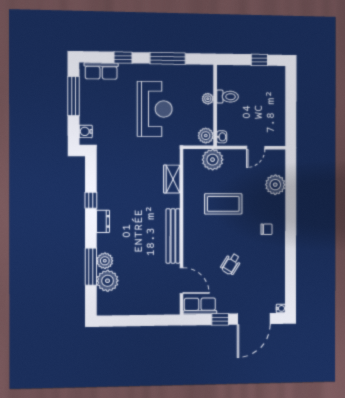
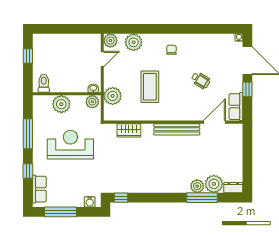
toilet: (228, 97) -> (44, 83), moved
plant: (208, 99) -> (61, 104), width x1.88, depth x1.88
door: (256, 148) -> (102, 59), hinge flipped
plant: (277, 157) -> (110, 41), added
window: (91, 200) -> (121, 198), moved
dresser: (103, 221) -> (233, 188), moved

